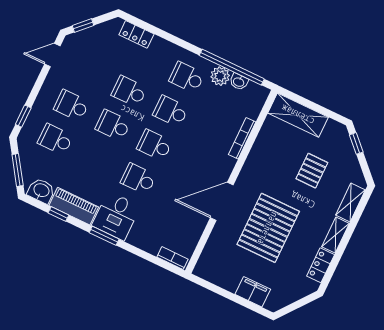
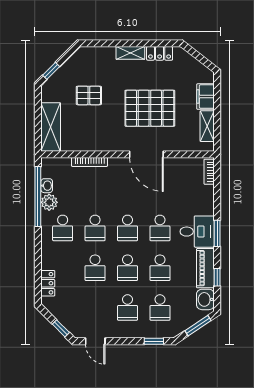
school desk: (97, 159) -> (160, 268), added
shelving: (350, 202) -> (207, 126), moved, turned 90

